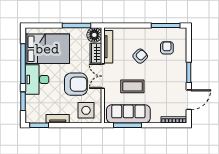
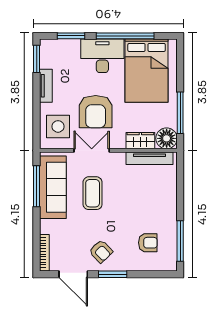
armchair: (140, 56) -> (101, 251), moved
double door: (103, 76) -> (92, 150), moved

